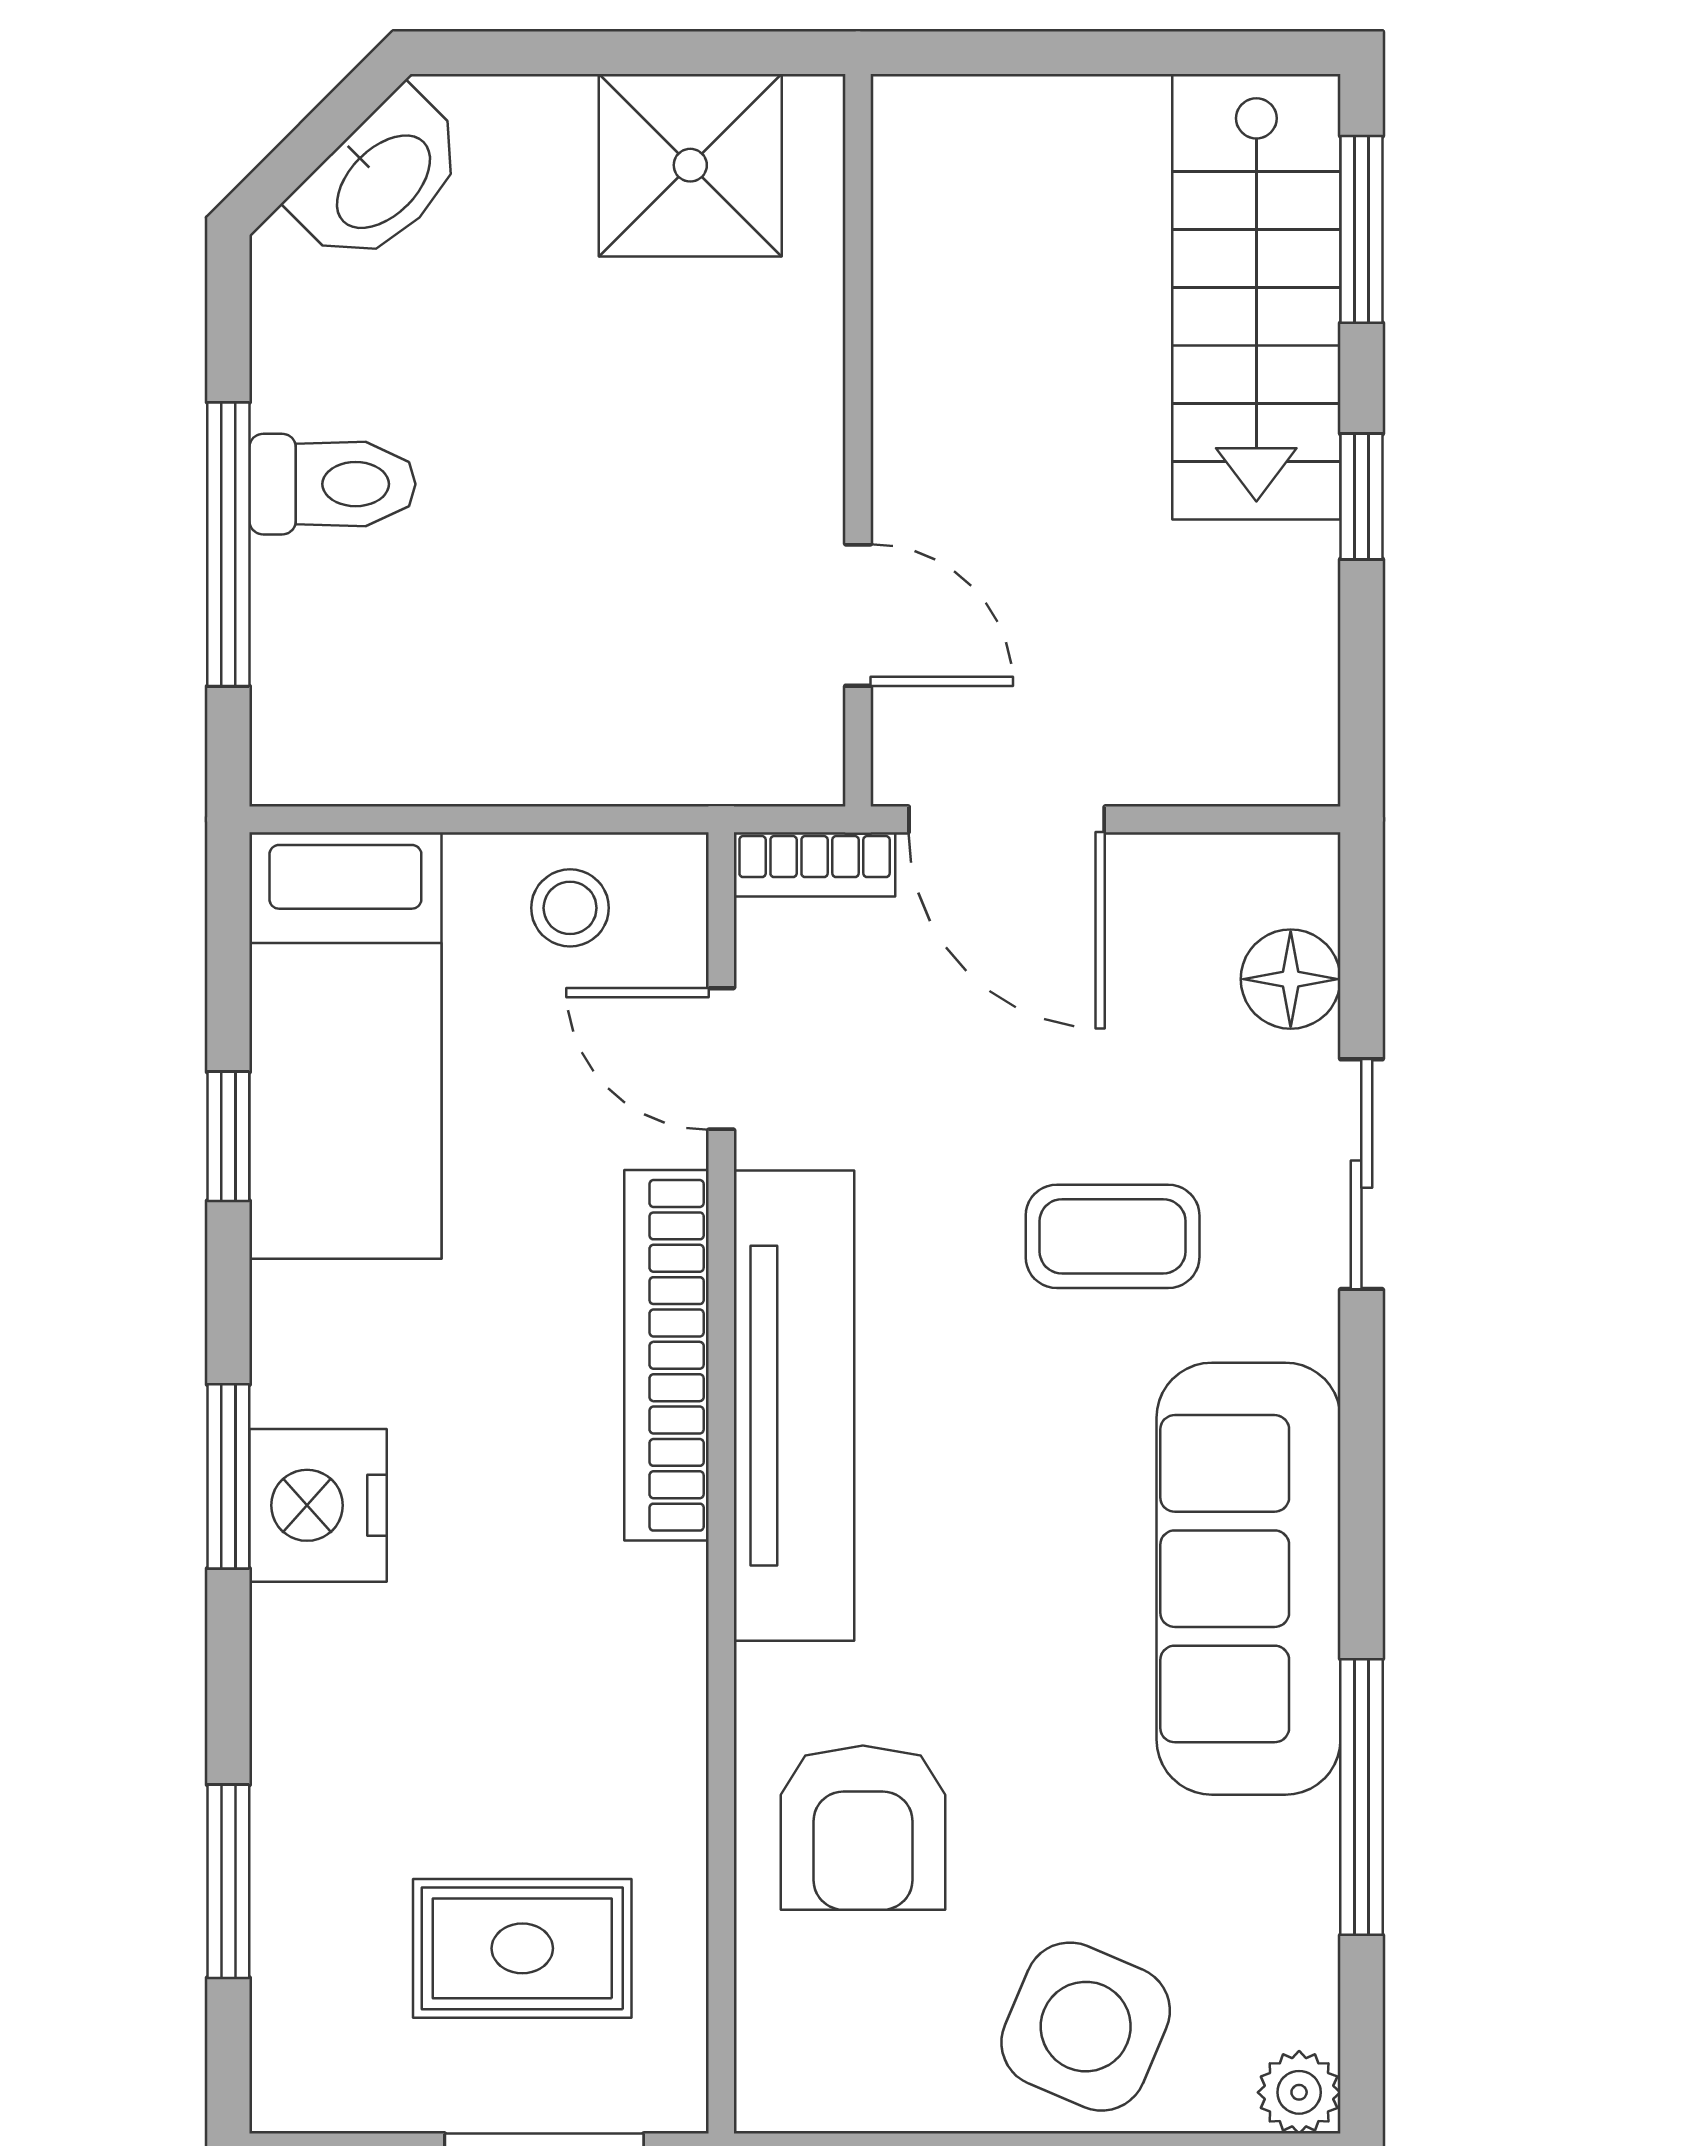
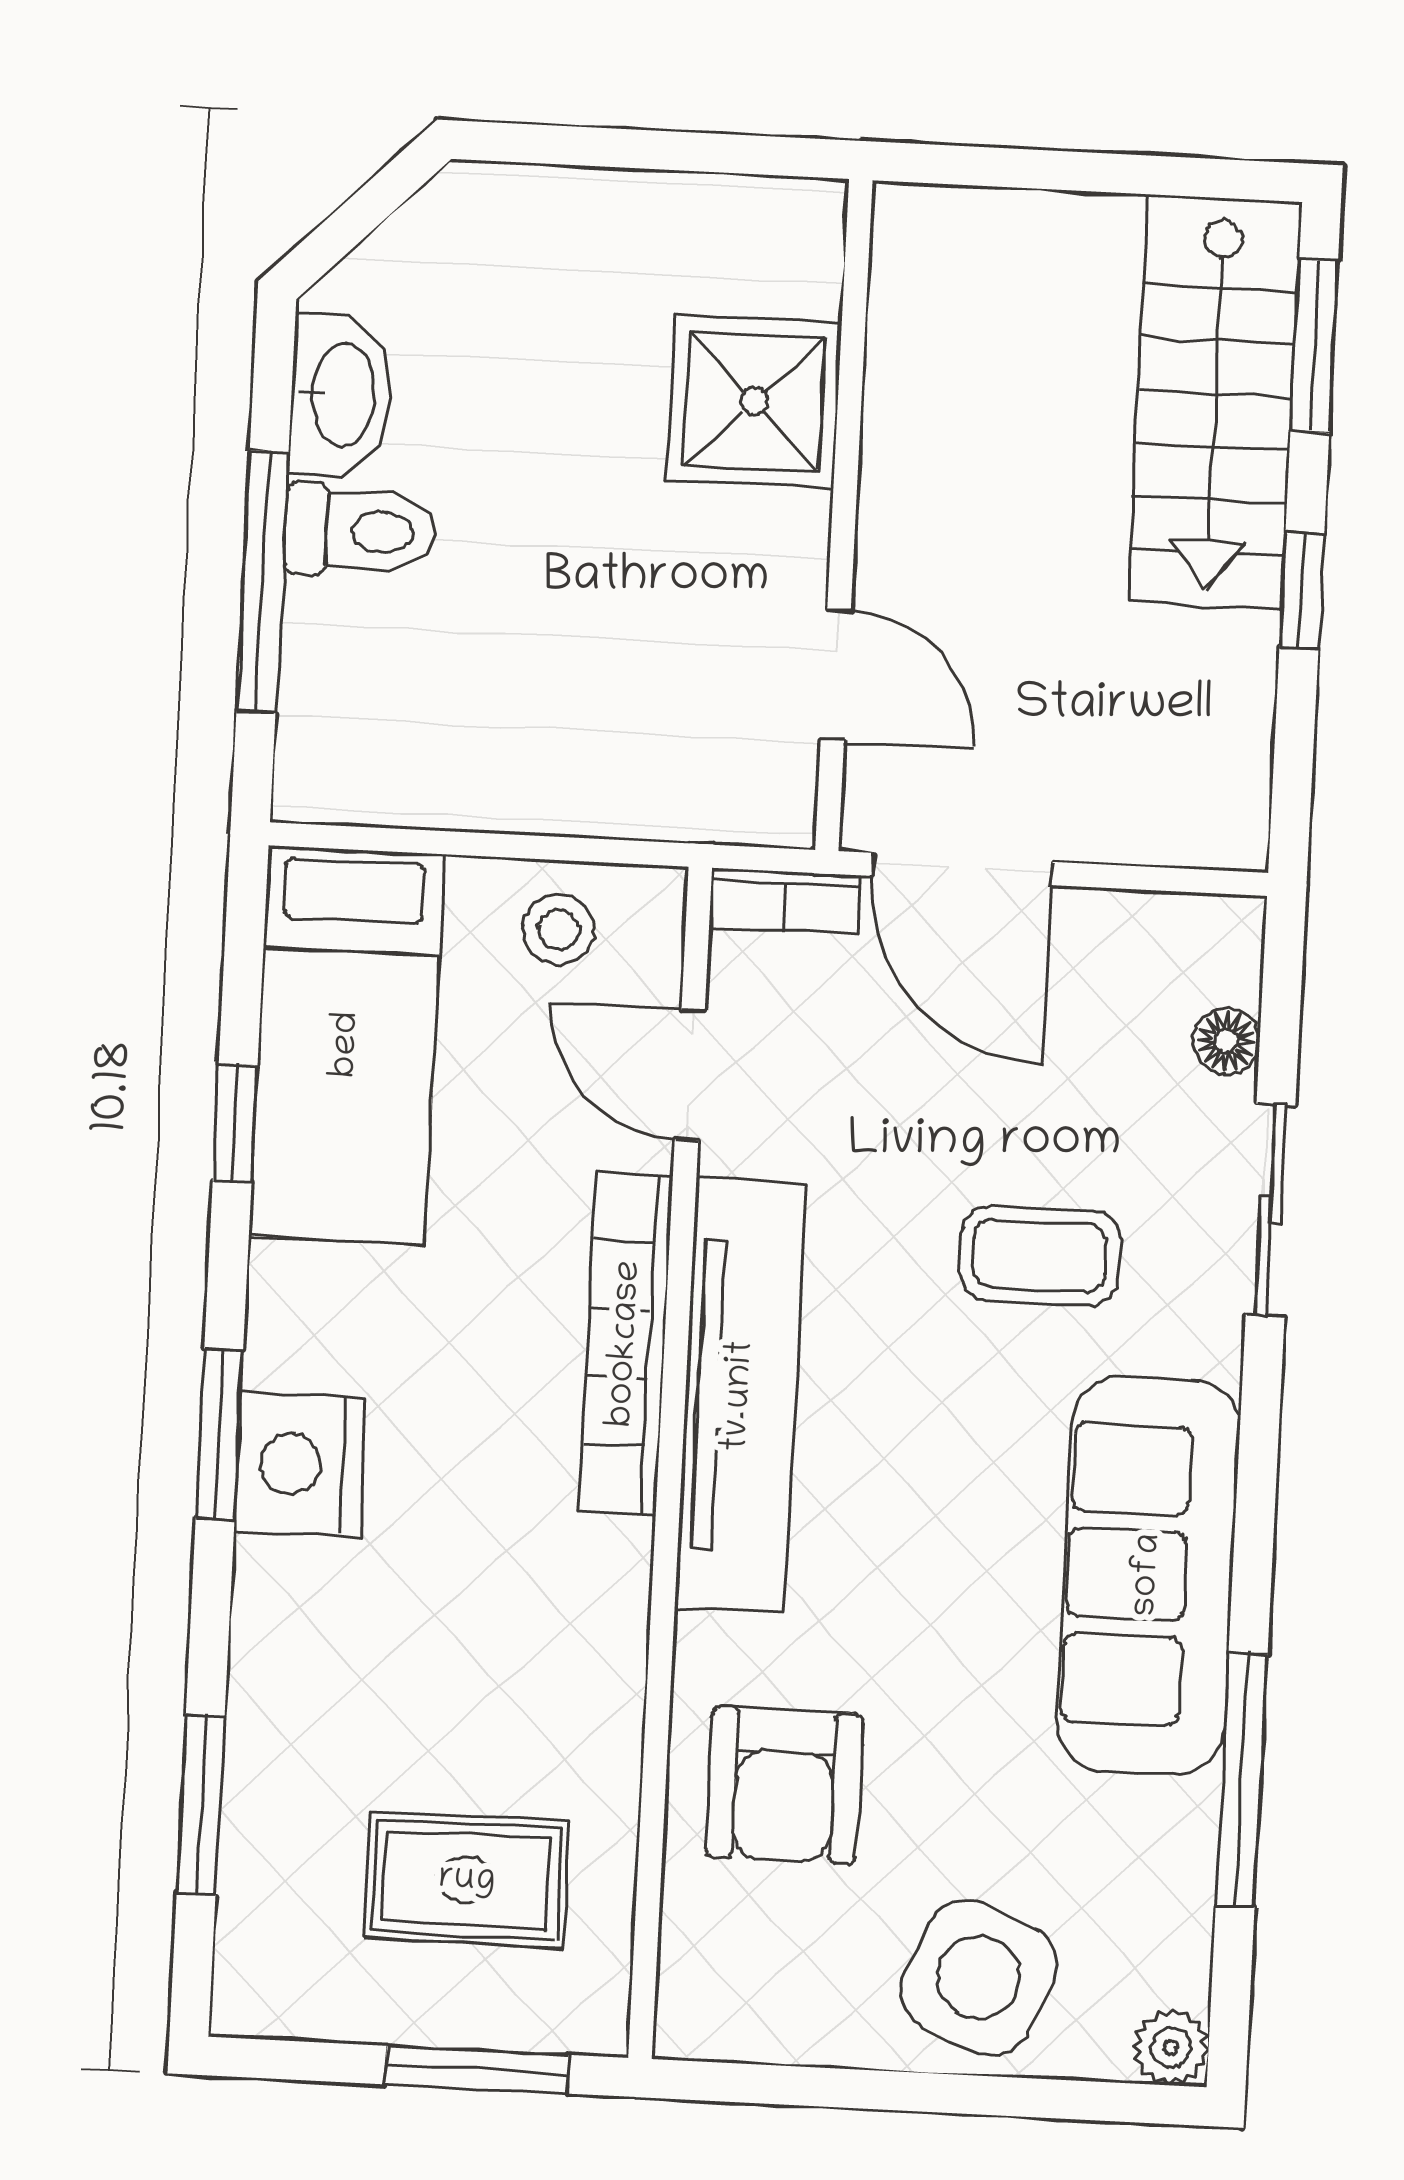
shower: (690, 165) -> (754, 401), moved
washbasin: (381, 179) -> (341, 395), moved, turned -45
floor lamp: (1291, 979) -> (1226, 1041), width x0.73, depth x0.73

